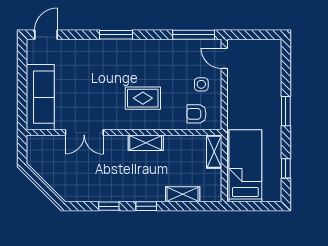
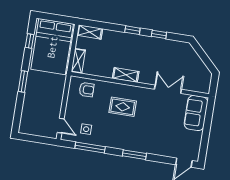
window: (194, 35) -> (90, 148), moved
side table: (201, 84) -> (86, 129), moved
sofa: (40, 97) -> (196, 113), width x0.73
bed: (245, 166) -> (52, 47), width x1.50
shelving: (183, 194) -> (90, 32), moved

